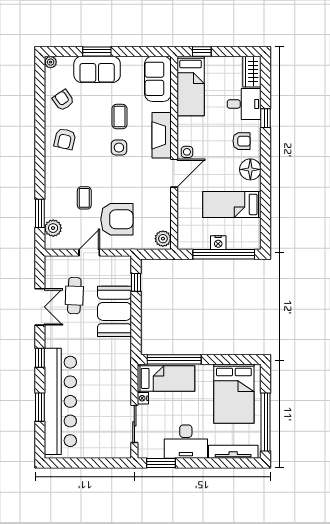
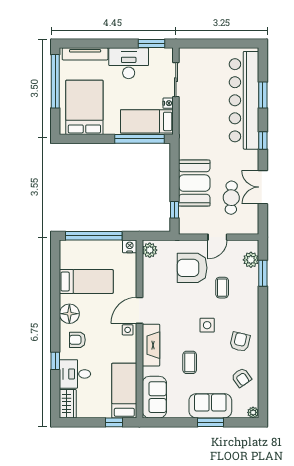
side table: (119, 148) -> (207, 325), moved
nightstand: (218, 243) -> (130, 246), moved

